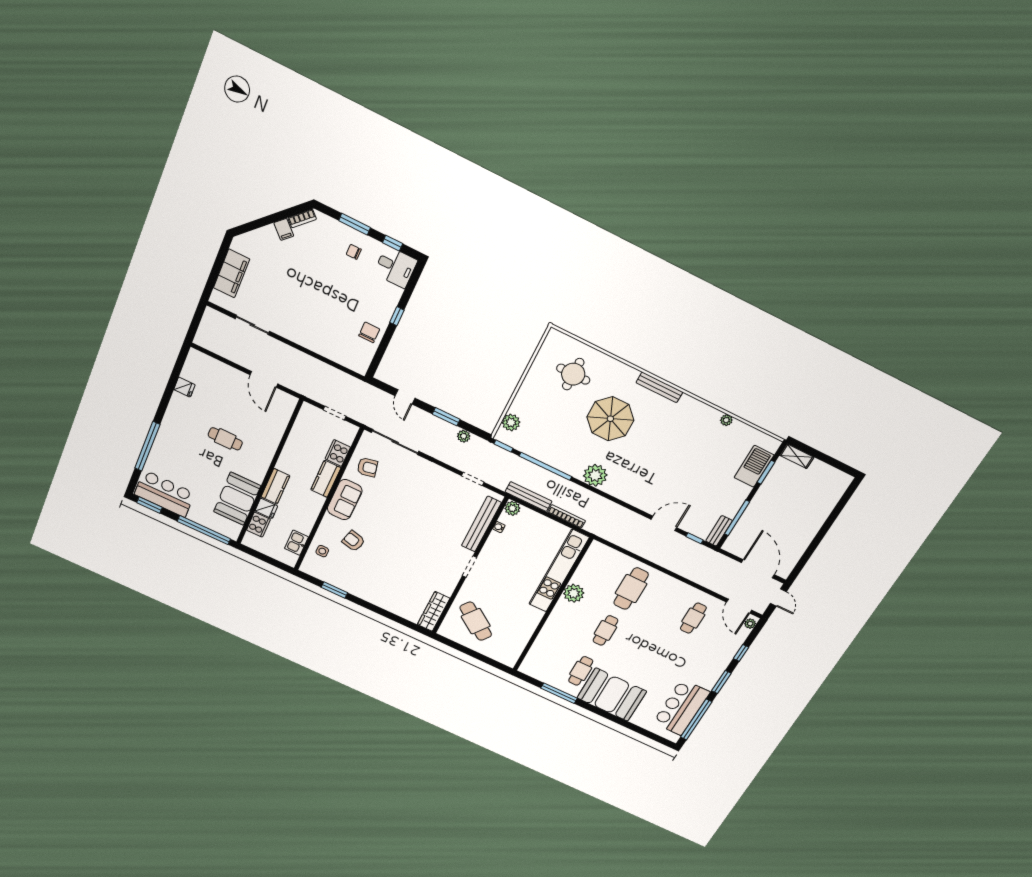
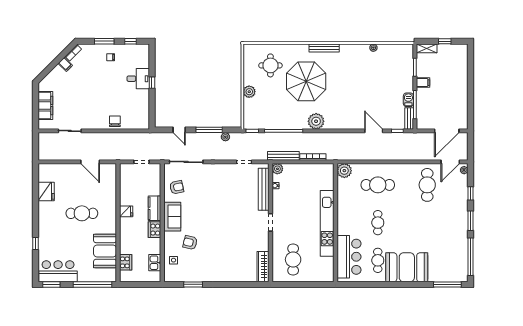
desk: (396, 267) -> (138, 79), moved
chair: (369, 332) -> (115, 121), moved
fridge: (184, 387) -> (46, 192), width x1.88, depth x1.34
window: (446, 417) -> (209, 130), width x1.44
parasol: (610, 419) -> (306, 81), width x1.36, depth x1.36
plant: (511, 422) -> (249, 92), moved
cafe table: (225, 439) -> (82, 213), width x1.37, depth x1.35
window: (147, 446) -> (35, 243), width x0.32
cooker: (338, 453) -> (155, 230), moved
window: (826, 459) -> (445, 41), added
barbecue: (754, 466) -> (408, 100), moved, width x0.53, depth x0.65
kitchen counter: (275, 486) -> (126, 230), removed
filing cabinet: (765, 496) -> (423, 83), added
fridge: (266, 508) -> (126, 211), moved
door: (664, 523) -> (374, 131), hinge flipped
door: (758, 569) -> (447, 131), swing flipped
kitchen unit: (559, 571) -> (327, 223), moved
cafe table: (631, 589) -> (378, 185), turned 90
plant: (574, 593) -> (344, 171), moved
door: (778, 598) -> (471, 143), removed
door: (739, 606) -> (450, 162), hinge flipped
cafe table: (693, 618) -> (427, 185), width x1.37, depth x1.35
cafe table: (476, 621) -> (293, 259), turned 54
window: (559, 693) -> (447, 284), moved
bar counter: (681, 707) -> (349, 257), moved, turned 180

